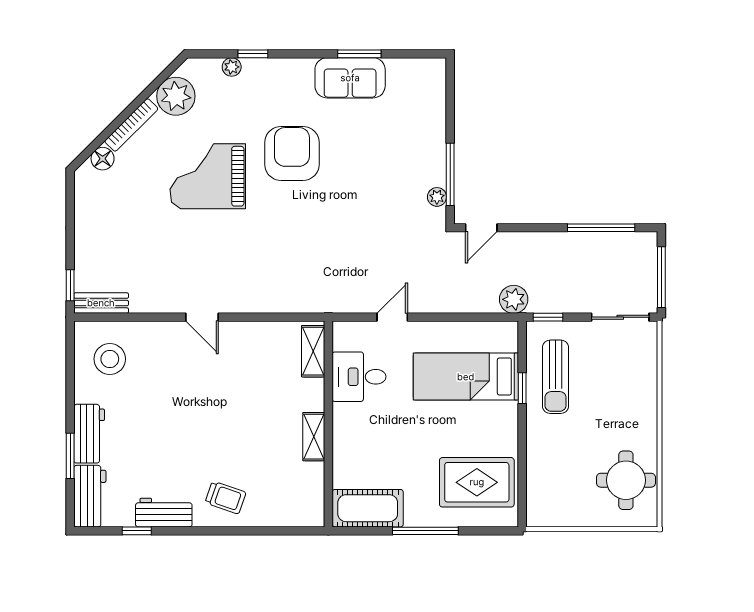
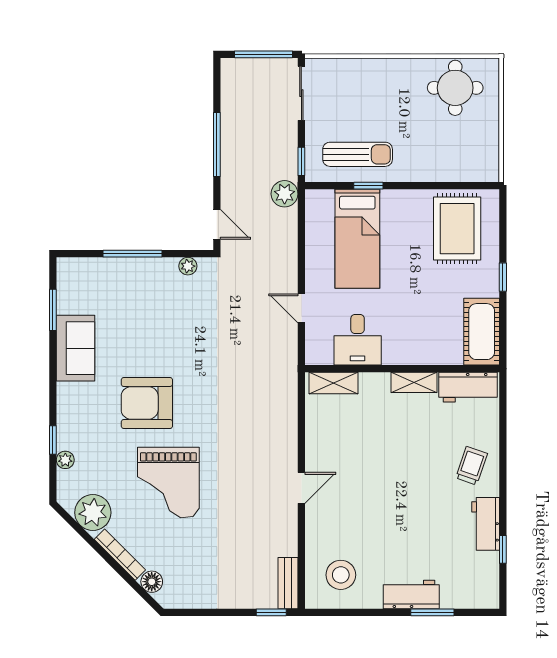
window: (359, 54) -> (53, 310), moved
window: (450, 174) -> (133, 254), moved
window: (601, 228) -> (217, 145), moved
workbench: (90, 496) -> (468, 387), moved, turned 180
window: (425, 531) -> (503, 277), width x0.46

